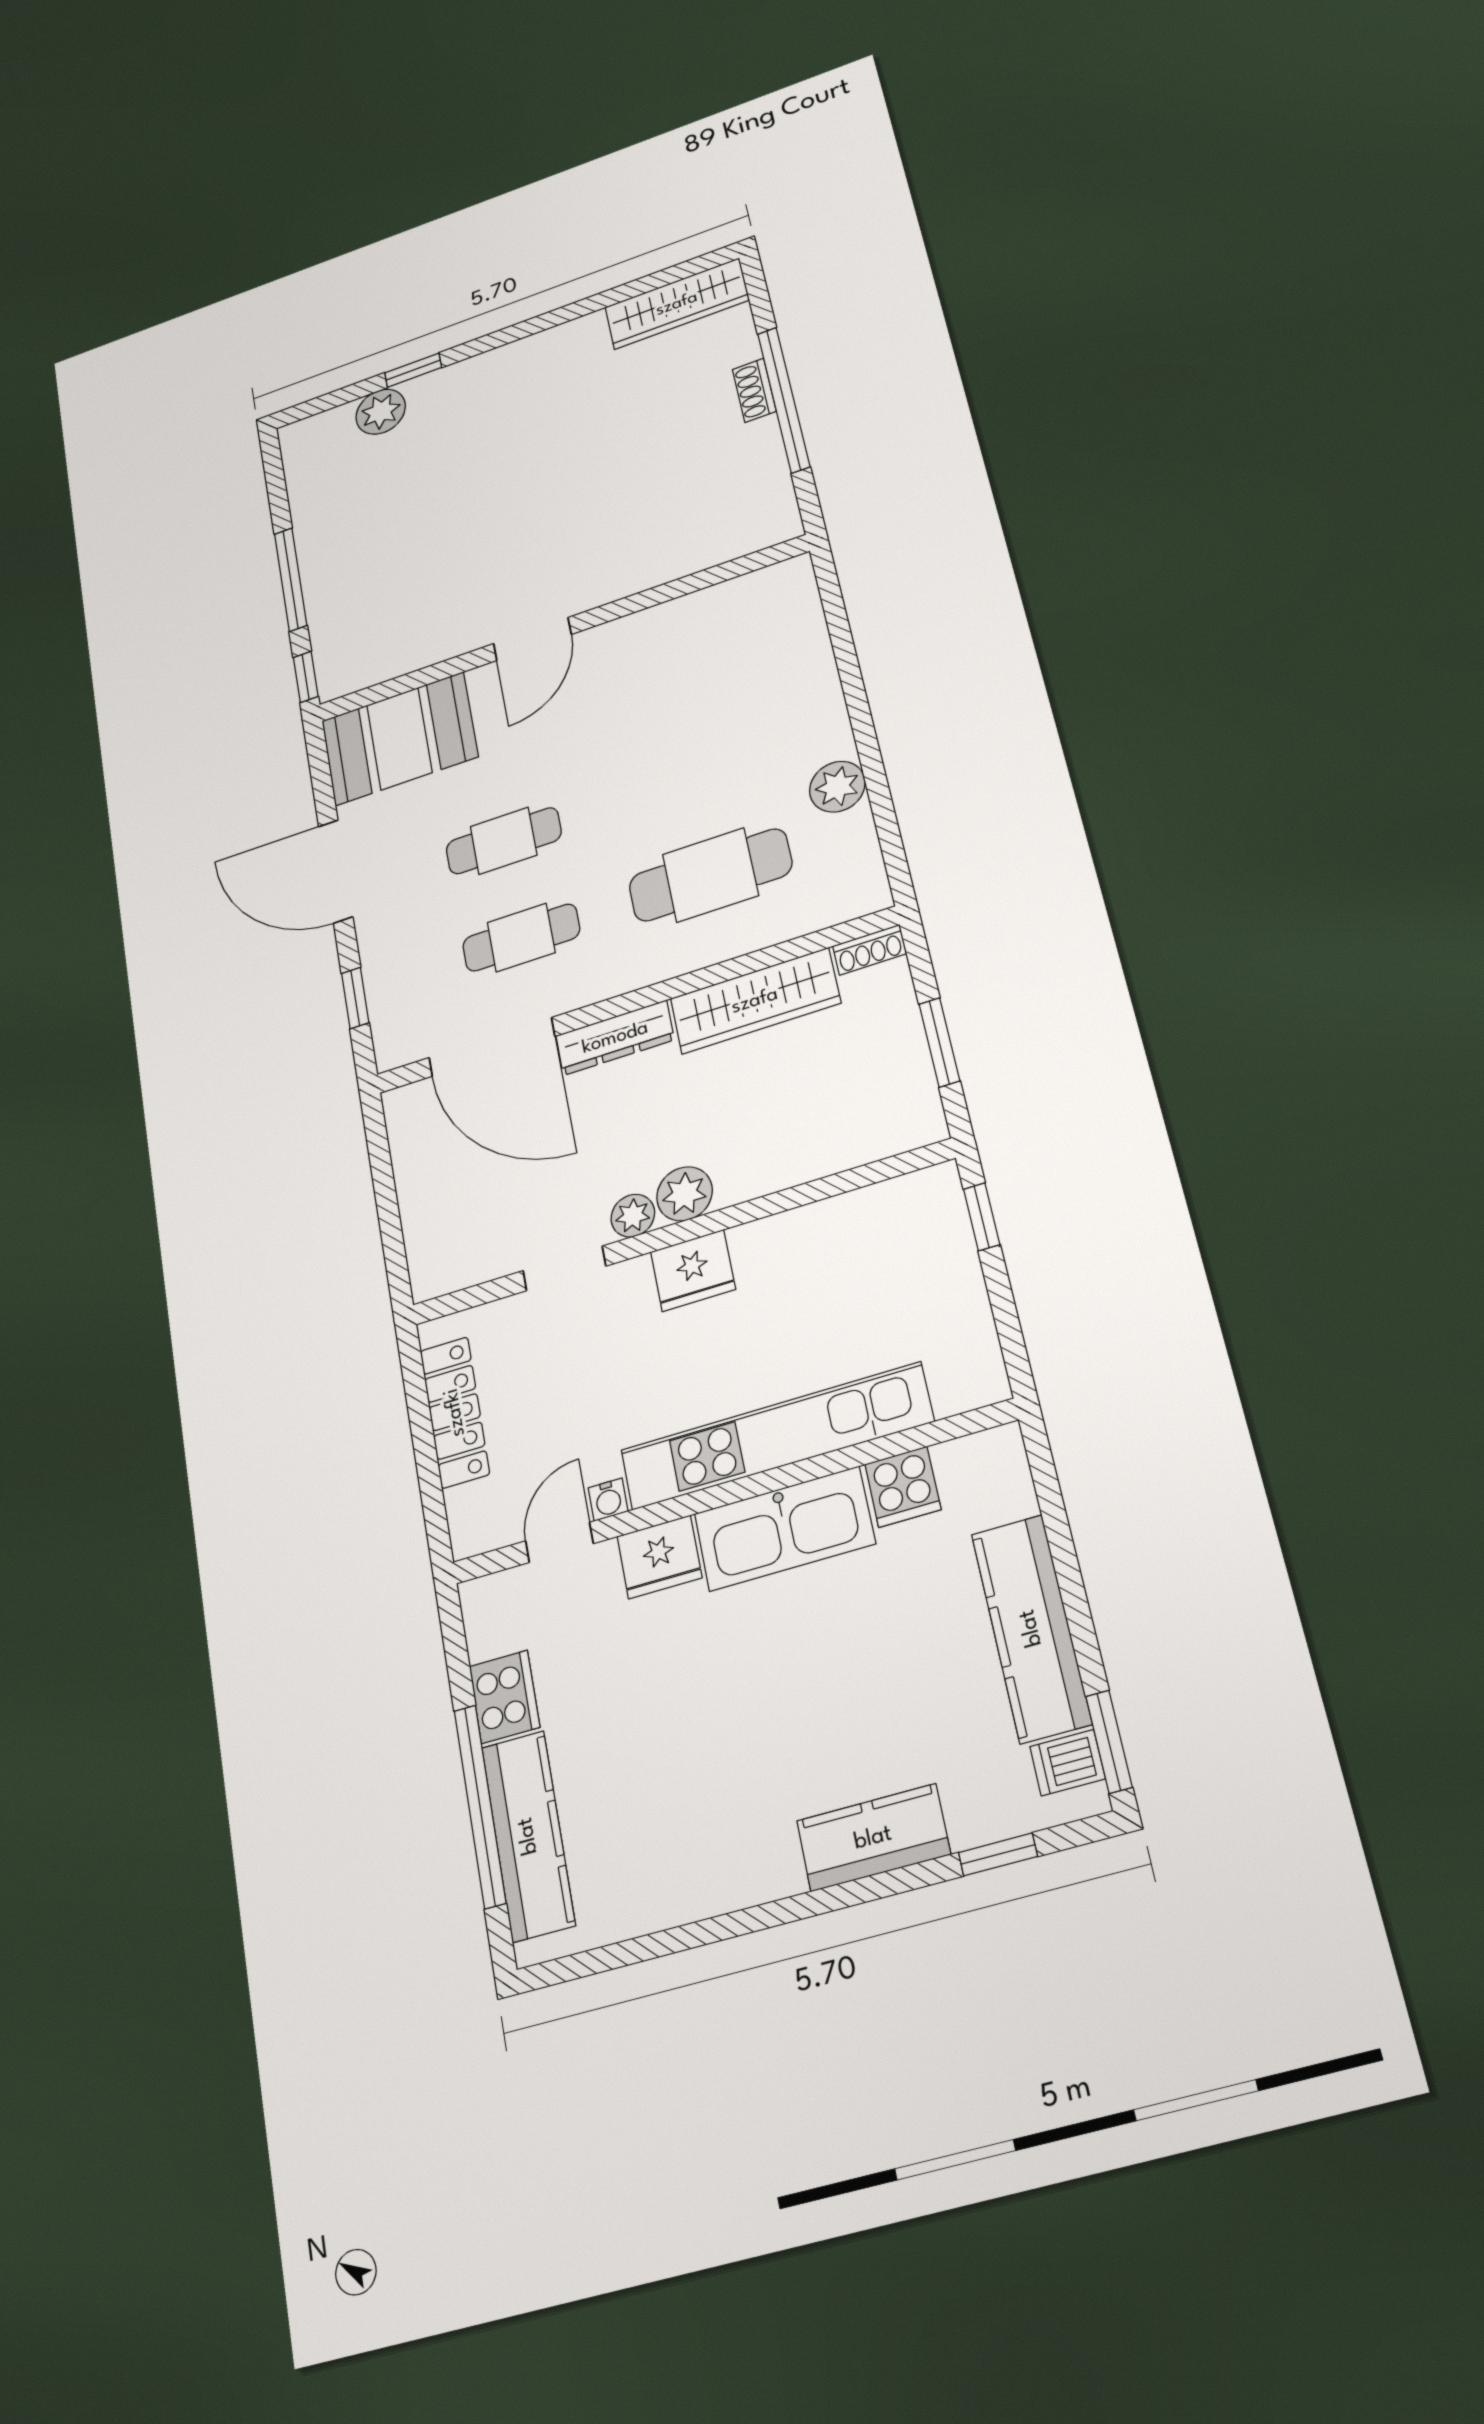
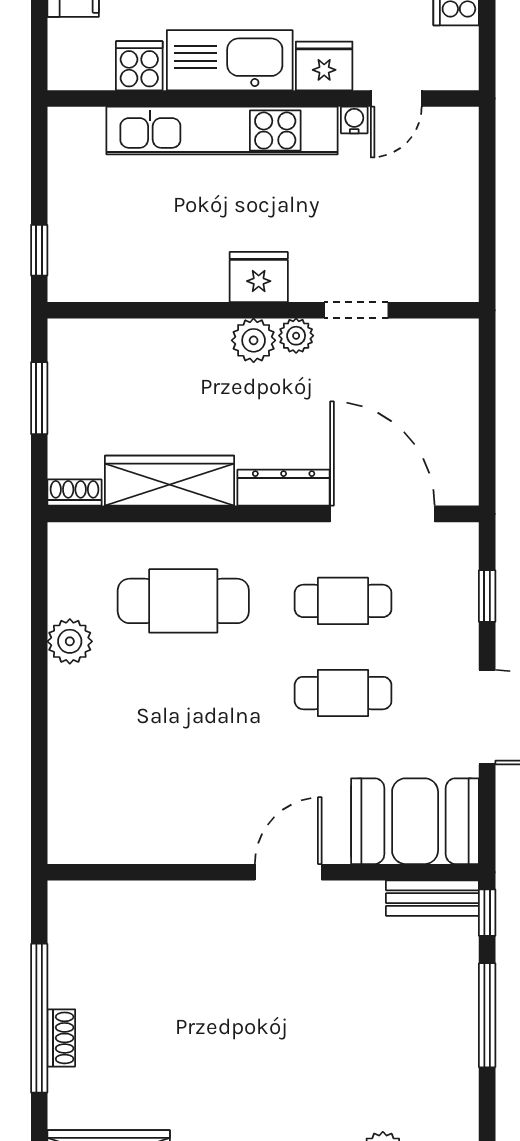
bench: (368, 670) -> (432, 898), added
locker: (455, 1412) -> (460, 223), removed

